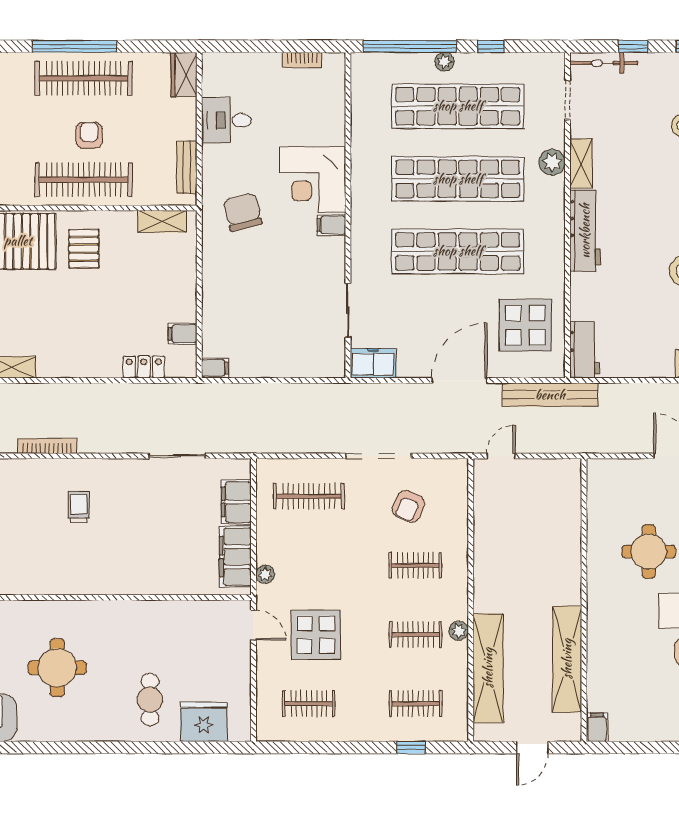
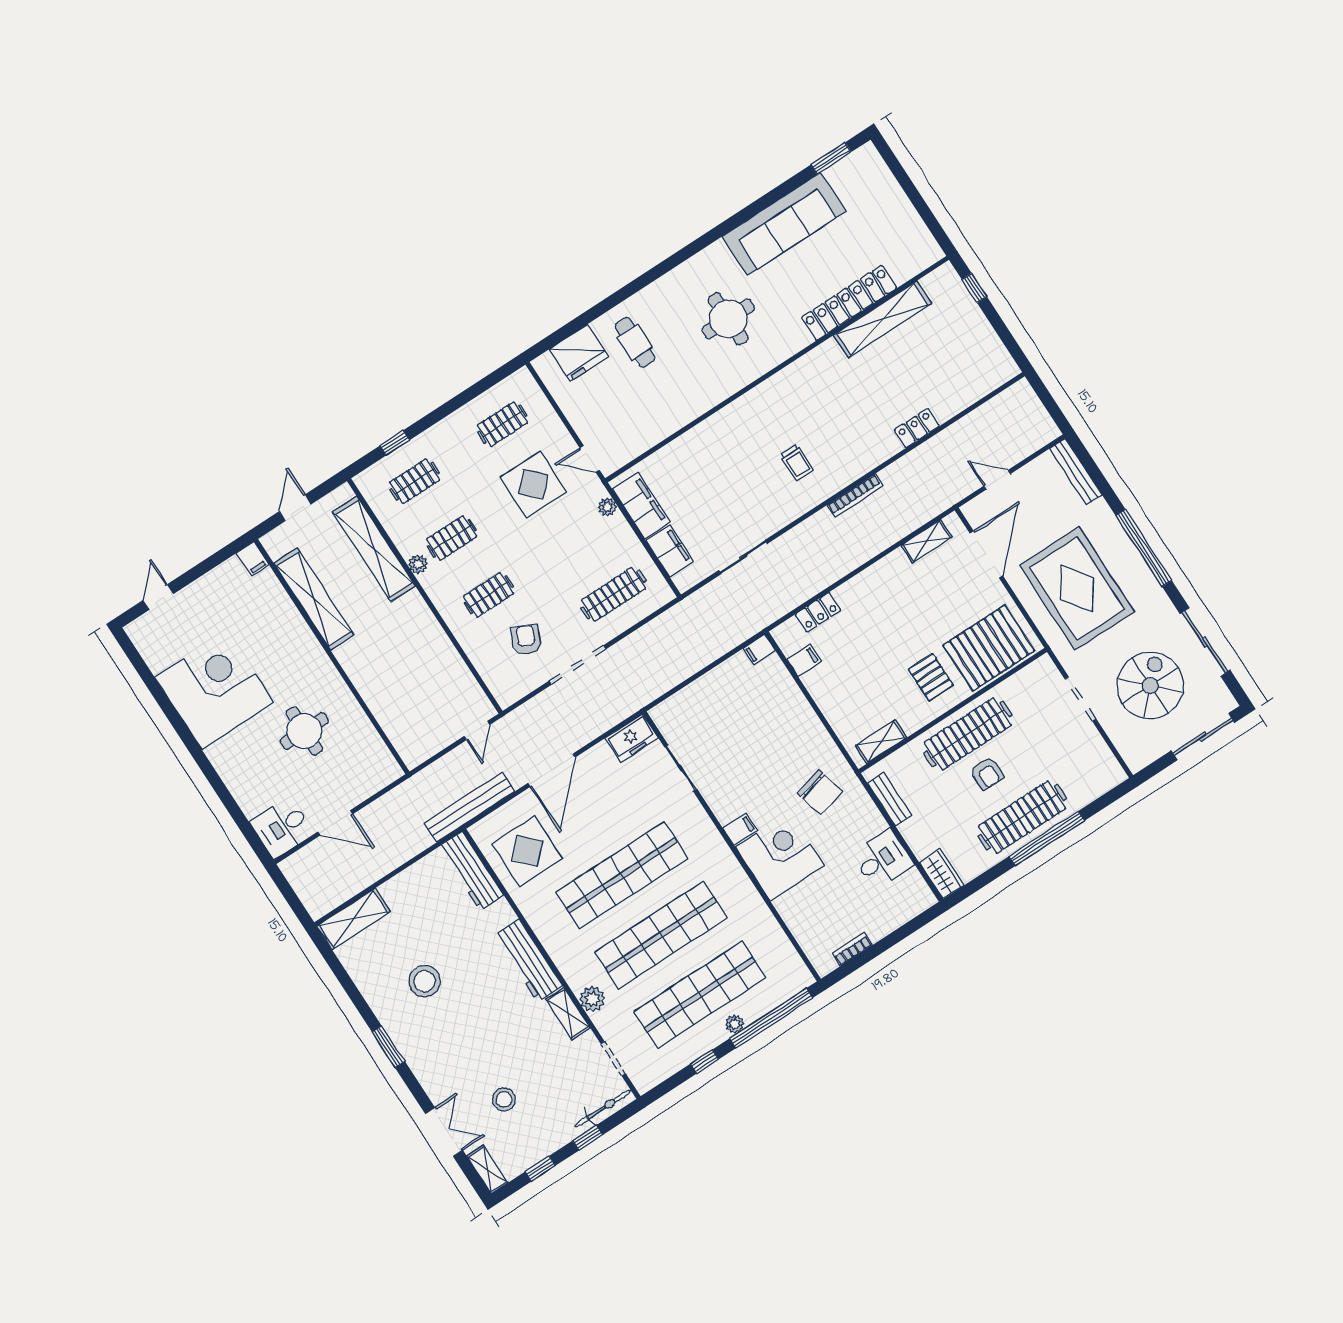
workbench: (584, 350) -> (471, 871), width x1.38

